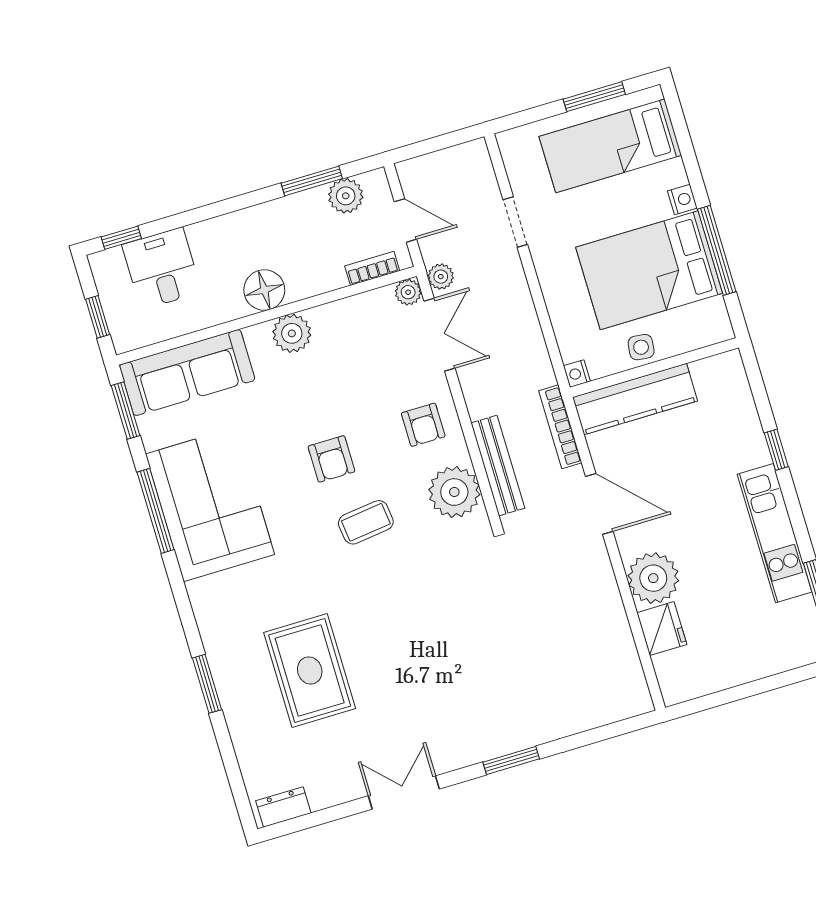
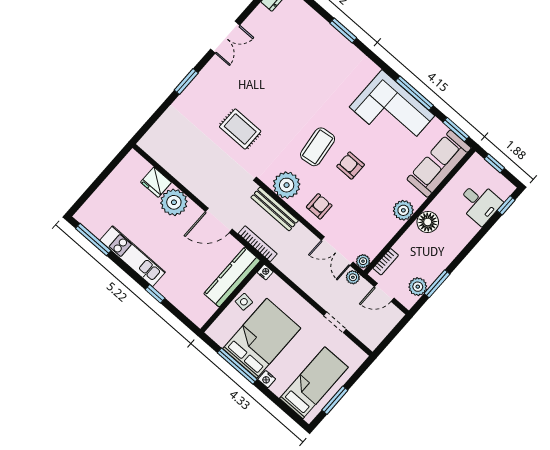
armchair: (423, 425) -> (319, 206), turned 90
coffee table: (366, 522) -> (318, 147), width x1.36, depth x1.30
rug: (310, 670) -> (240, 129), moved, width x0.73, depth x0.70

